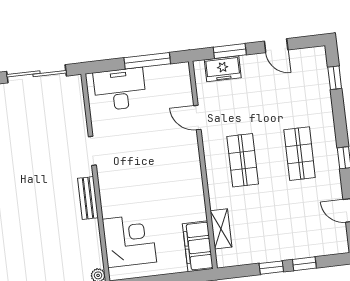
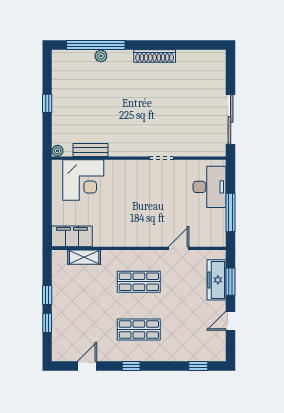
freezer: (223, 69) -> (217, 280), width x1.40
bench: (88, 198) -> (90, 150), moved

